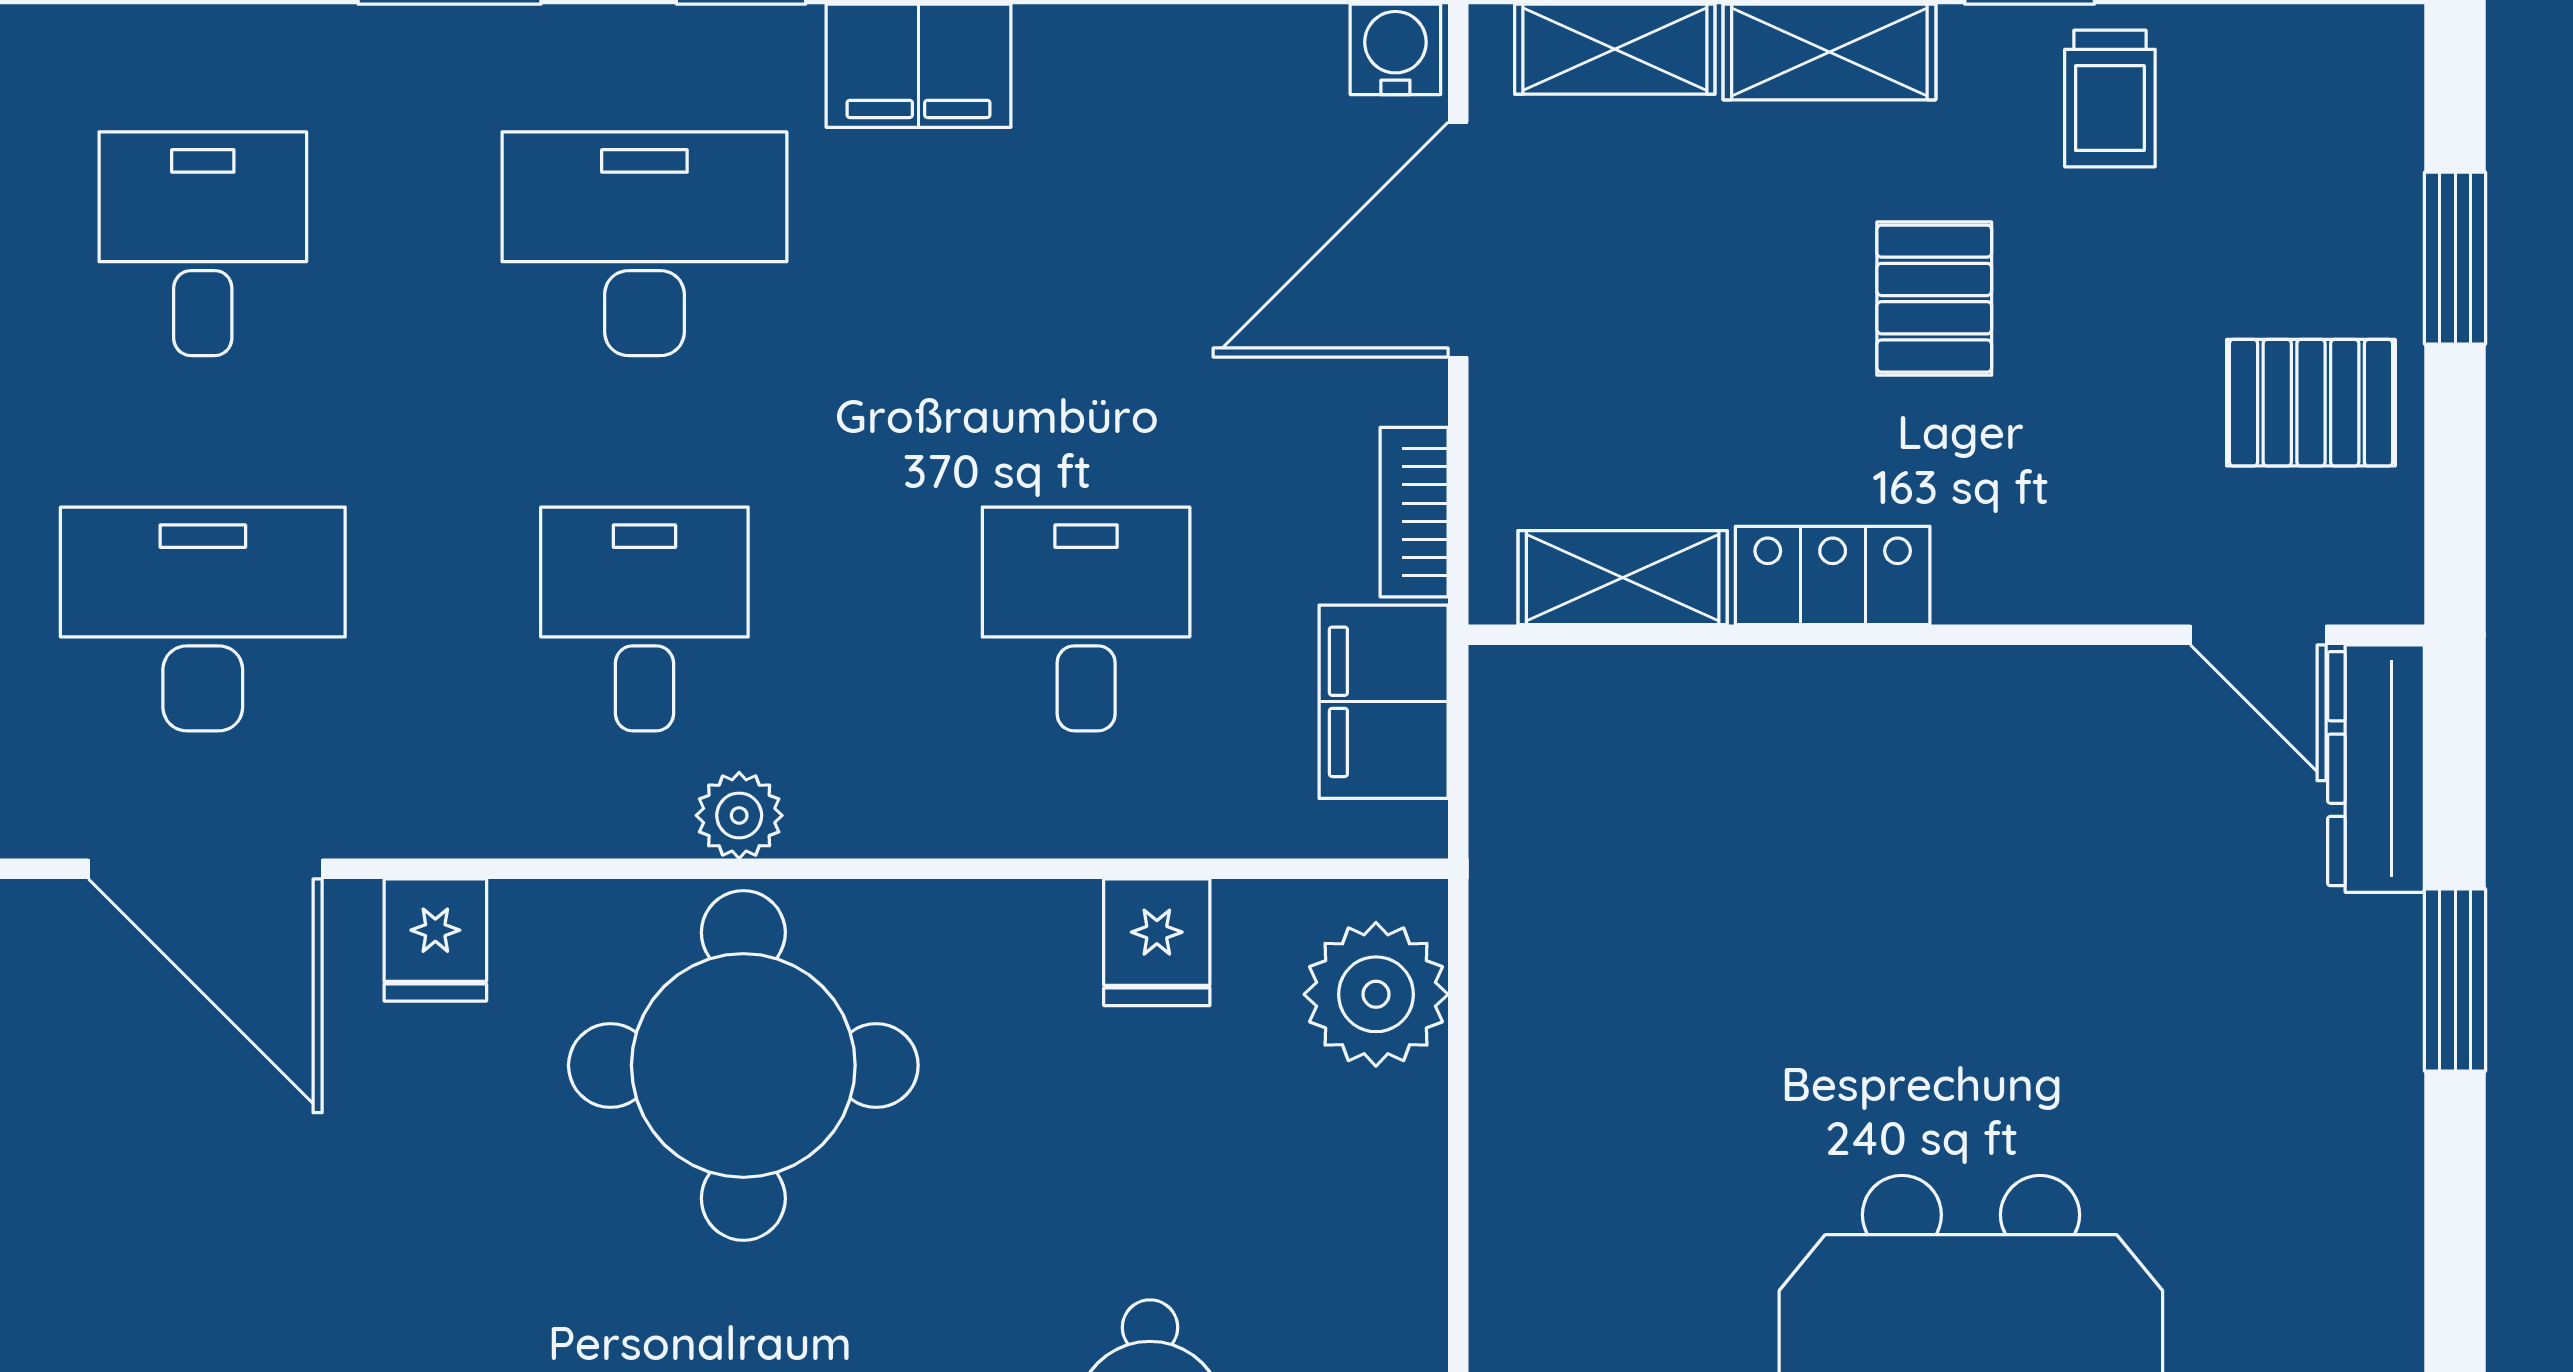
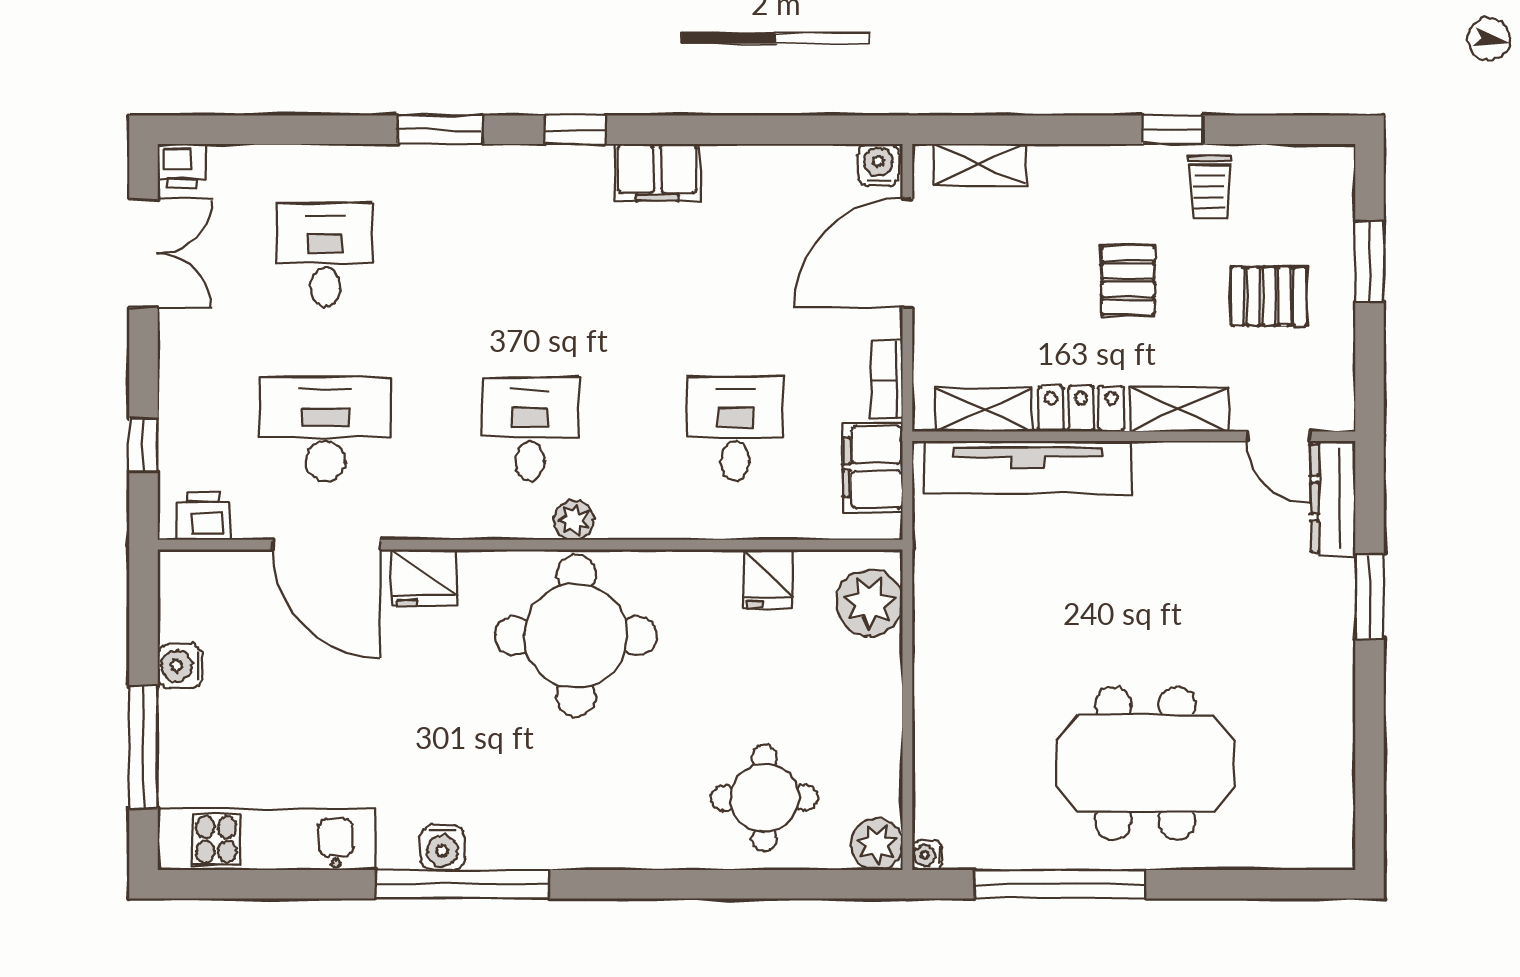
shelving: (1829, 52) -> (1179, 409), moved
desk: (644, 244) -> (530, 255), removed
pallet: (2311, 403) -> (1269, 296), moved
tv unit: (1718, 702) -> (1028, 467), added
fridge: (435, 940) -> (424, 578), width x1.38

